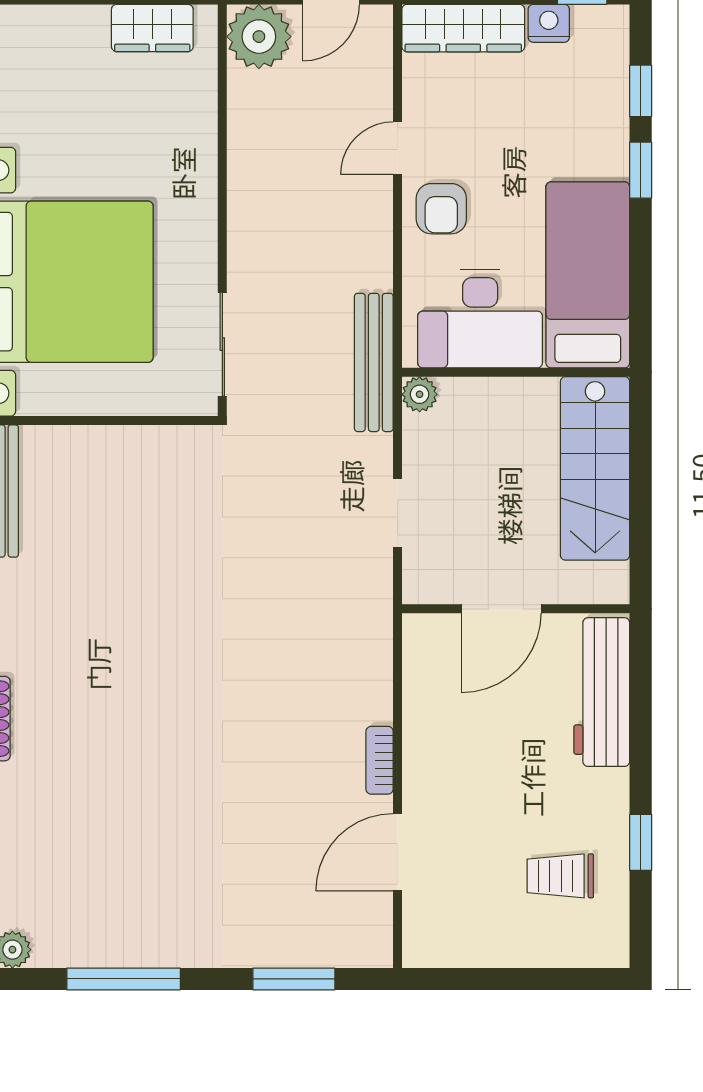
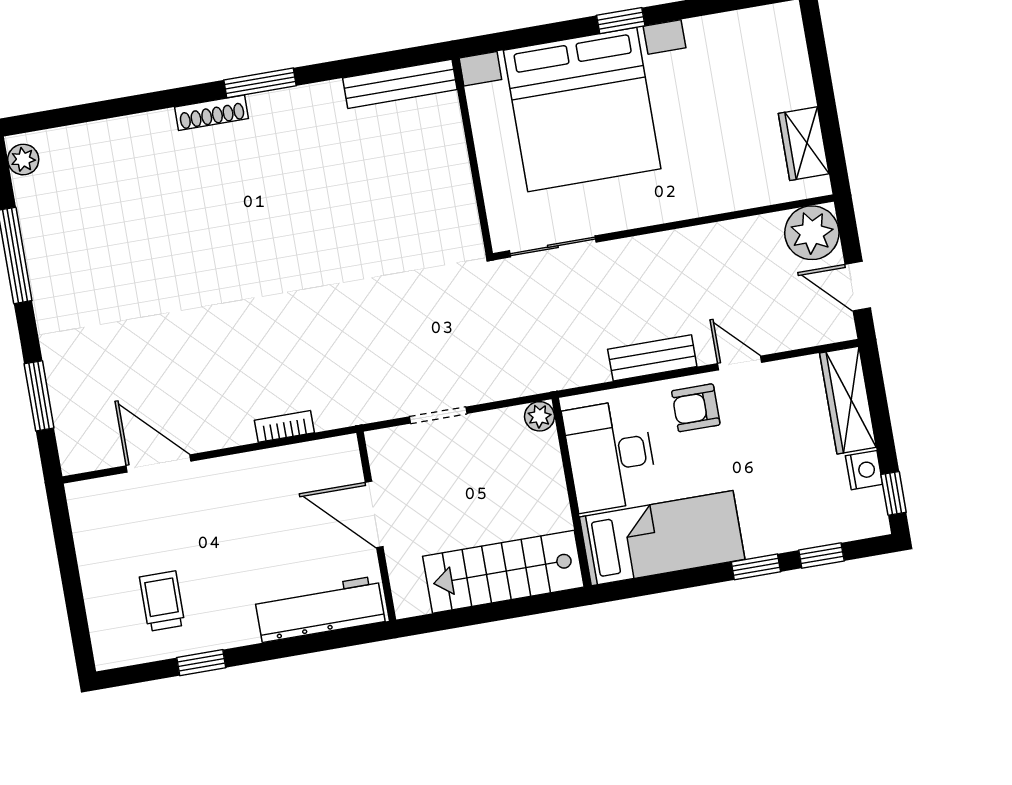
bench: (374, 362) -> (652, 358), moved, width x0.73
bookcase: (380, 760) -> (284, 426), moved

